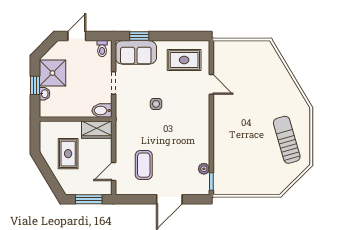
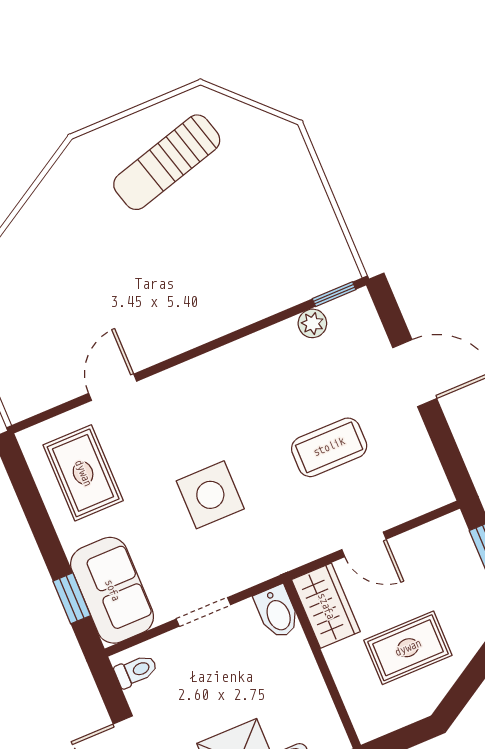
side table: (156, 104) -> (210, 495), width x1.87, depth x1.87
coffee table: (144, 165) -> (329, 447), moved
door: (114, 172) -> (364, 544), moved

